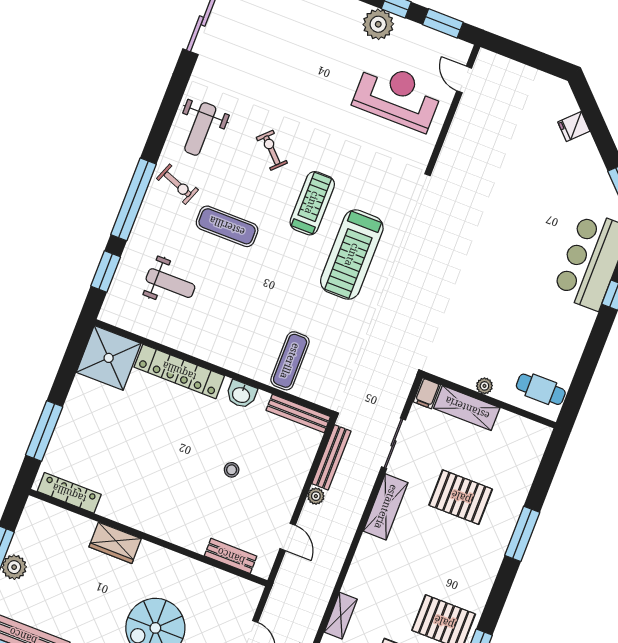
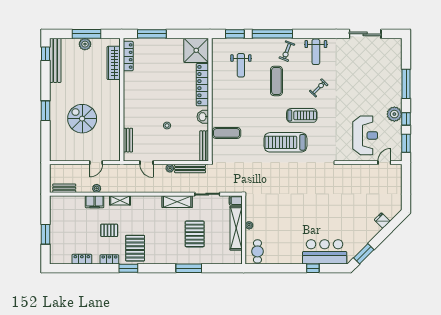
weight bench: (200, 129) -> (316, 52), turned -90
shelving: (467, 408) -> (236, 228), width x1.47
door: (288, 537) -> (146, 163), hinge flipped
wardrobe: (115, 543) -> (114, 63), moved, width x1.50

